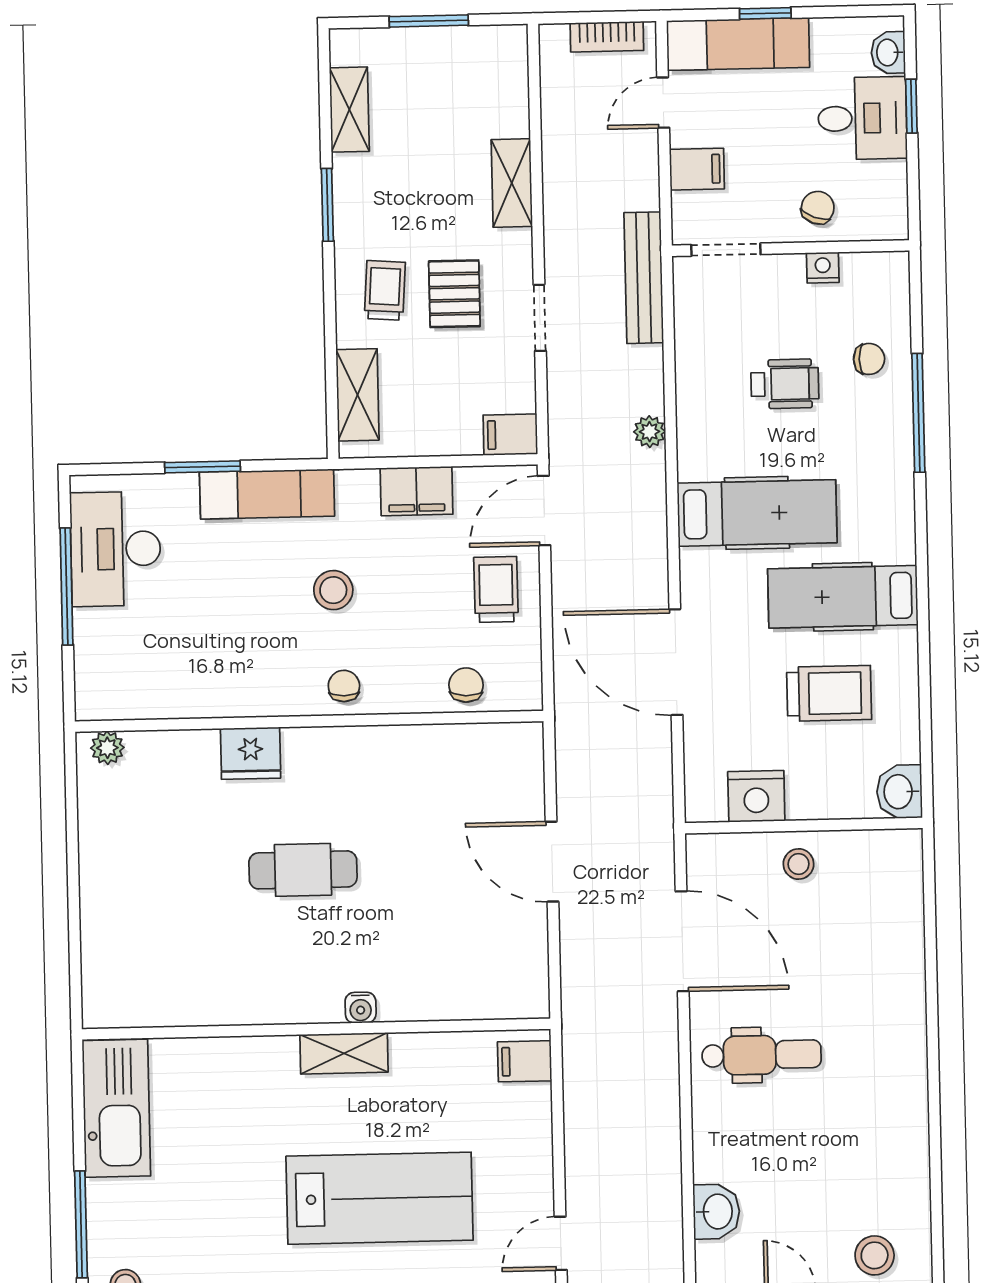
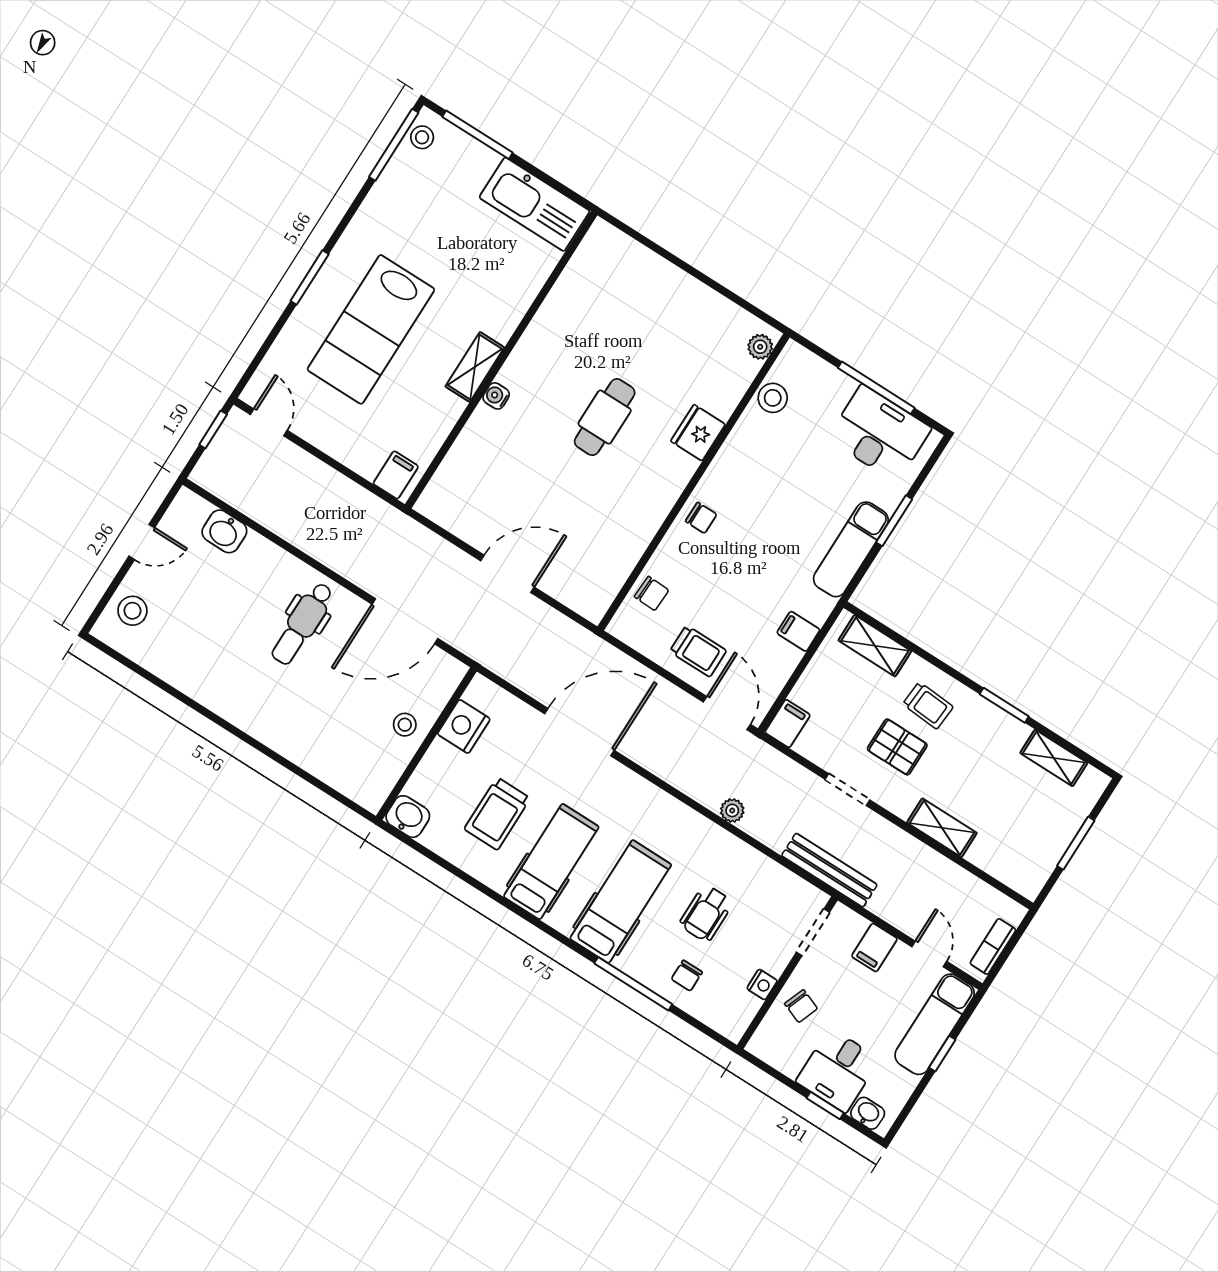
filing cabinet: (416, 491) -> (798, 631), width x0.50
hospital bed: (757, 513) -> (621, 902), moved, turned 180
stool: (333, 590) -> (773, 398), moved

